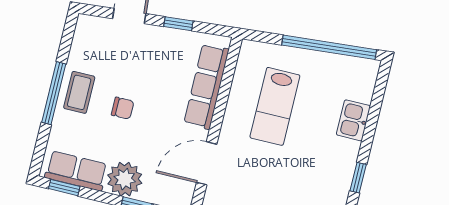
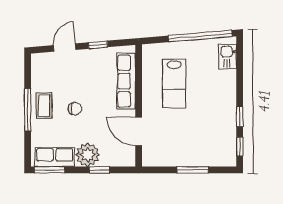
kitchen sink: (353, 120) -> (228, 57), moved
door: (207, 163) -> (139, 131), hinge flipped
window: (64, 188) -> (50, 170), width x1.50

